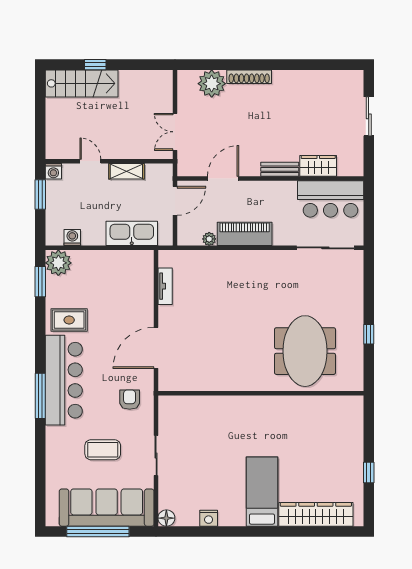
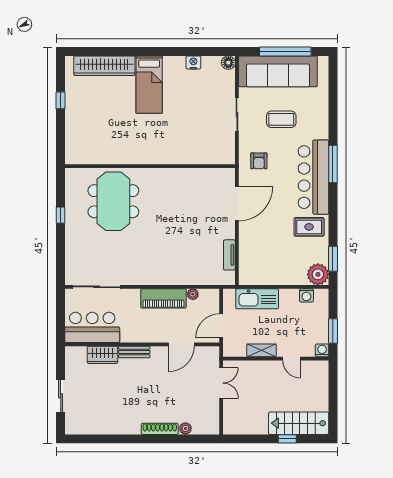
plant: (212, 84) -> (185, 428), width x0.53, depth x0.53

